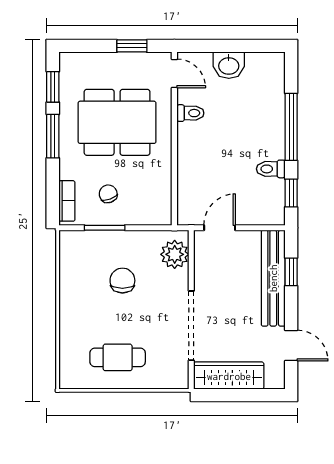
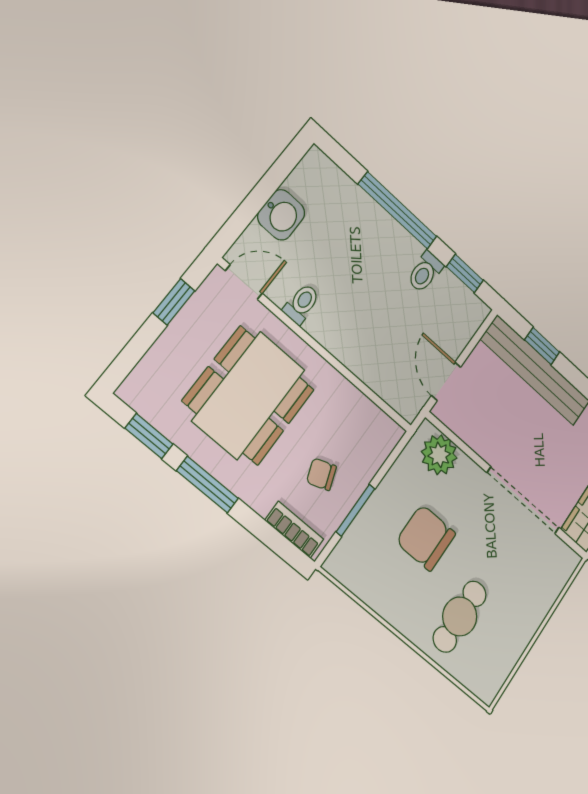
chair: (122, 281) -> (426, 538), width x1.37, depth x1.37
cafe table: (118, 357) -> (460, 616), moved

